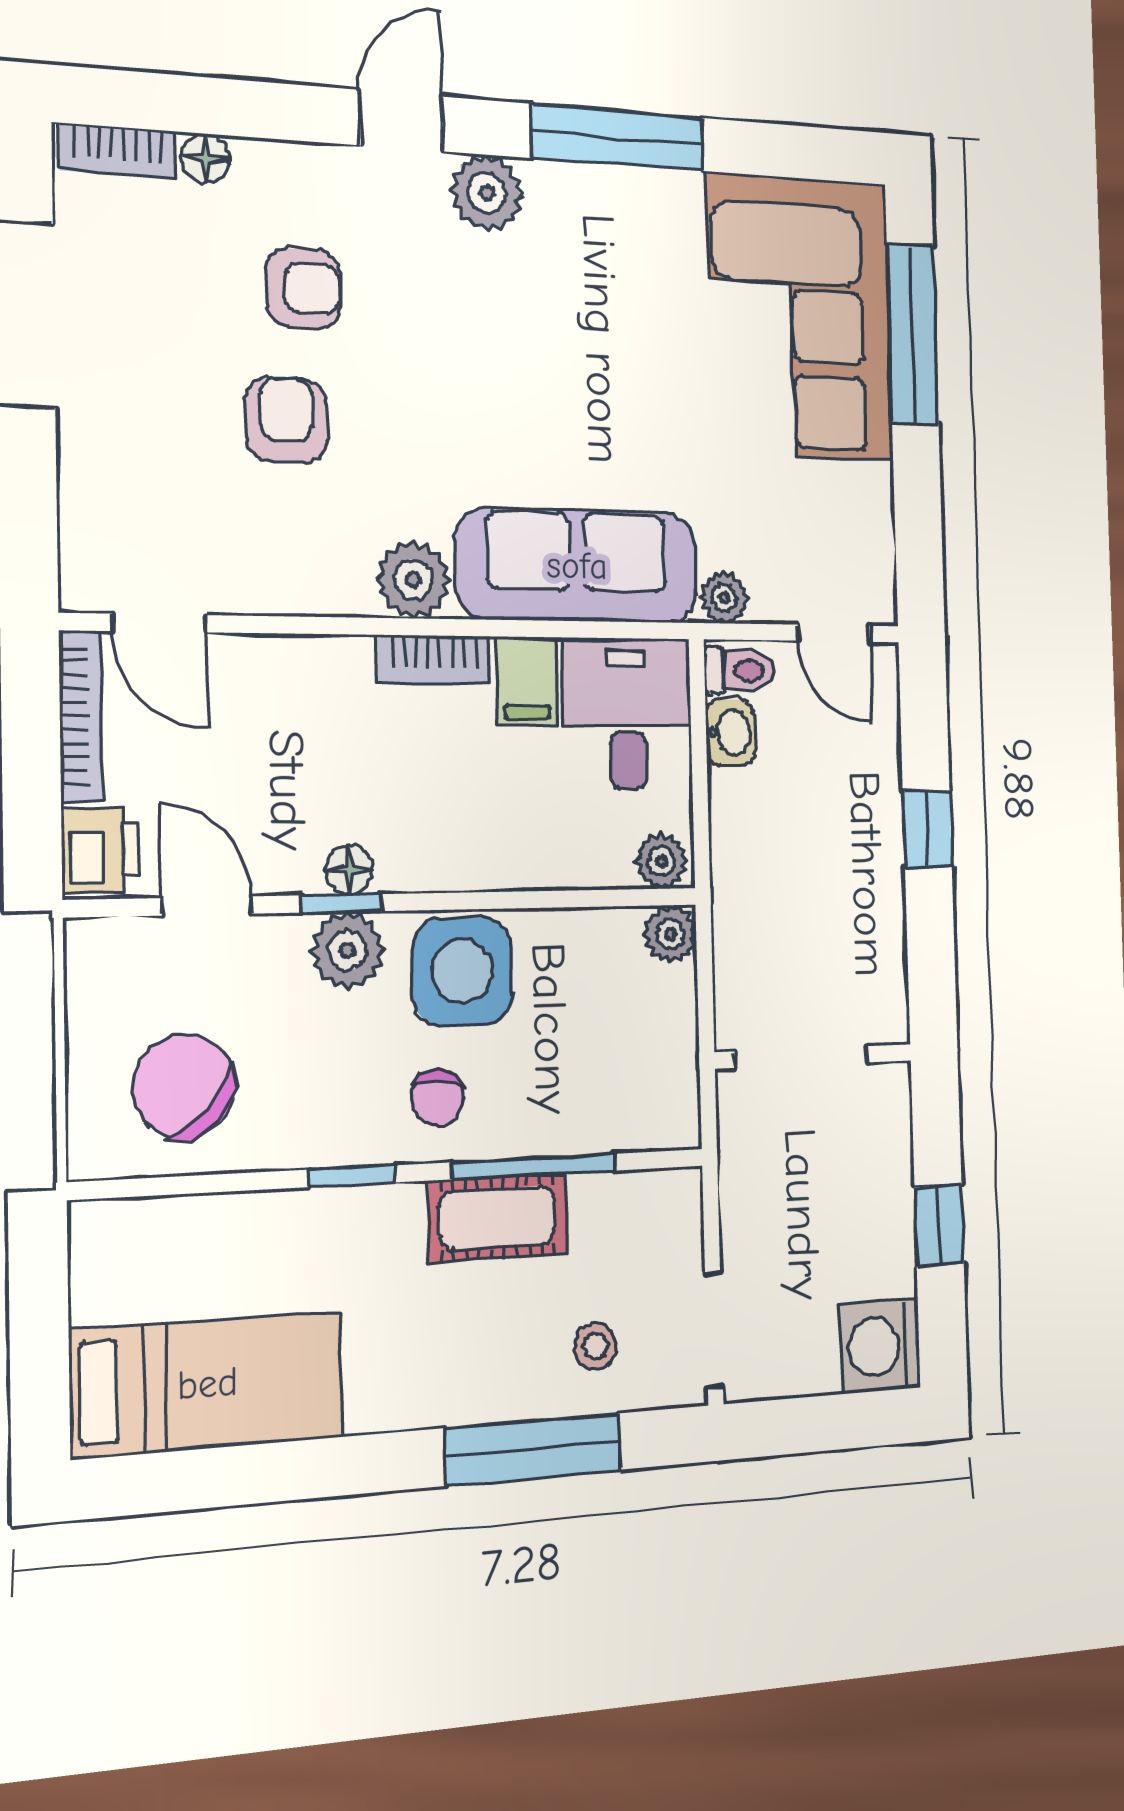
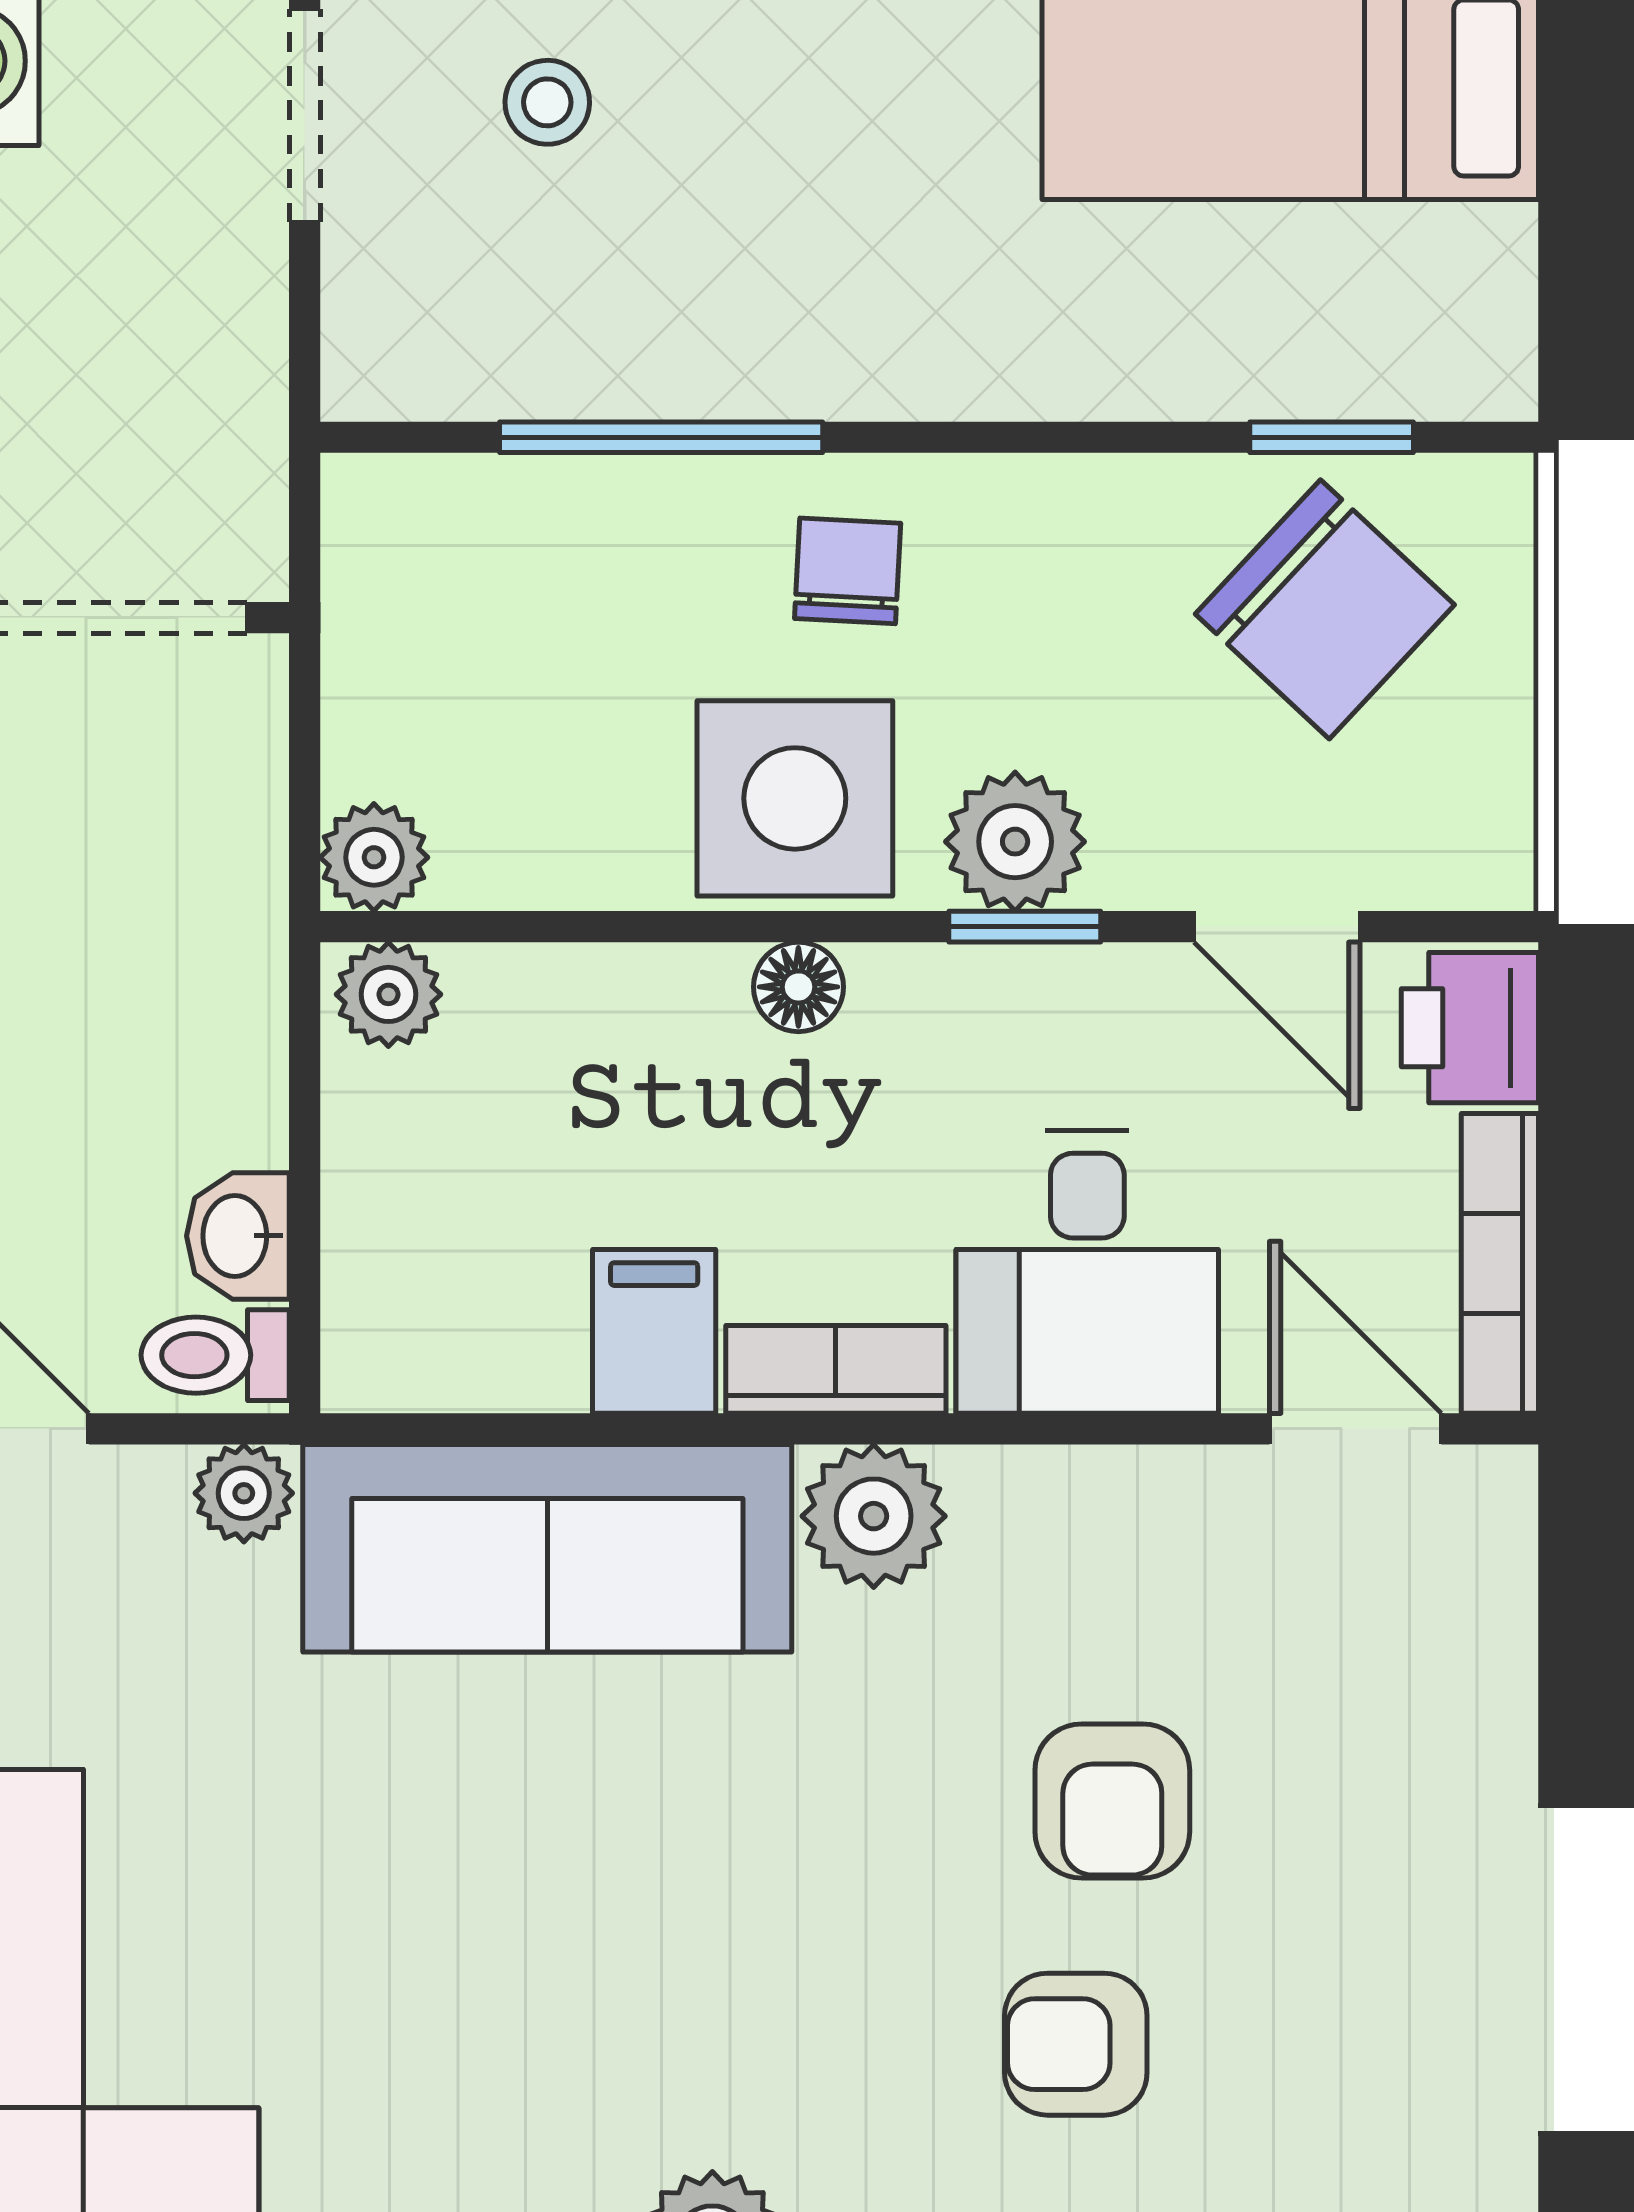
desk: (627, 713) -> (1087, 1272), moved
floor lamp: (349, 870) -> (798, 987), moved
window: (352, 1176) -> (1332, 437), moved
cot: (497, 1218) -> (736, 348), removed

